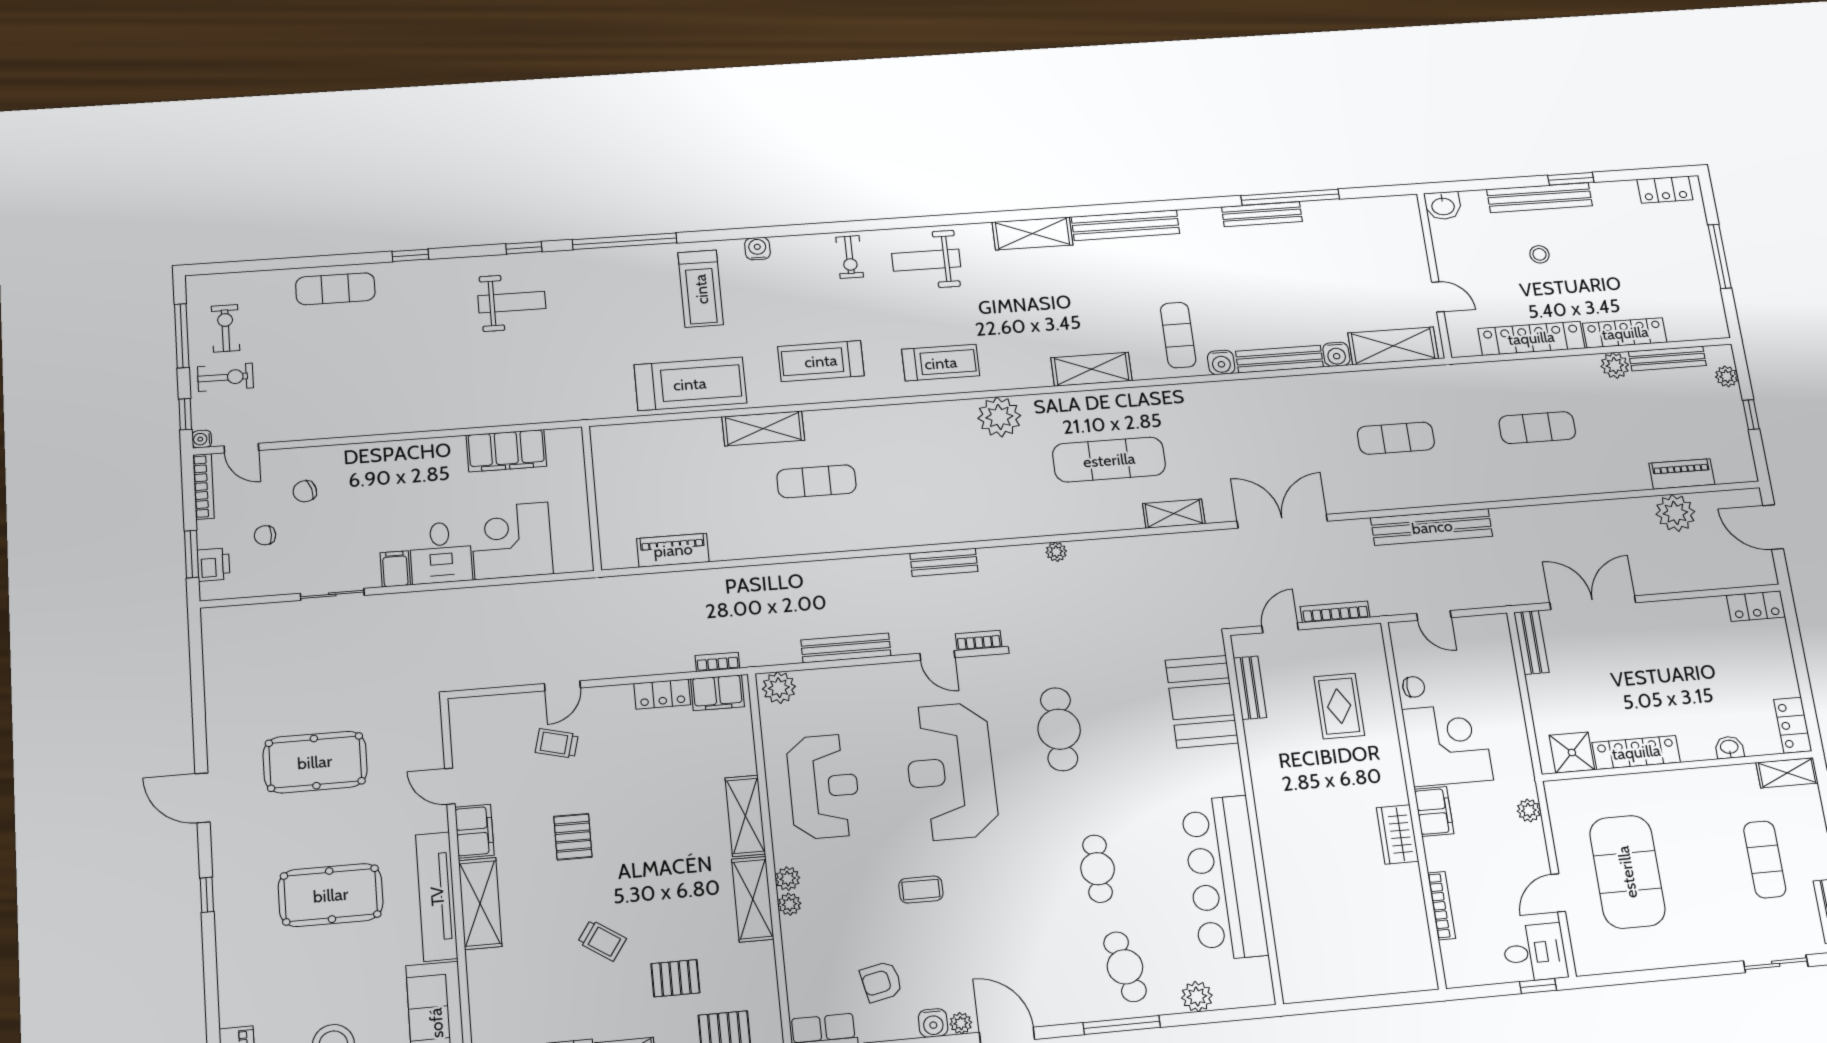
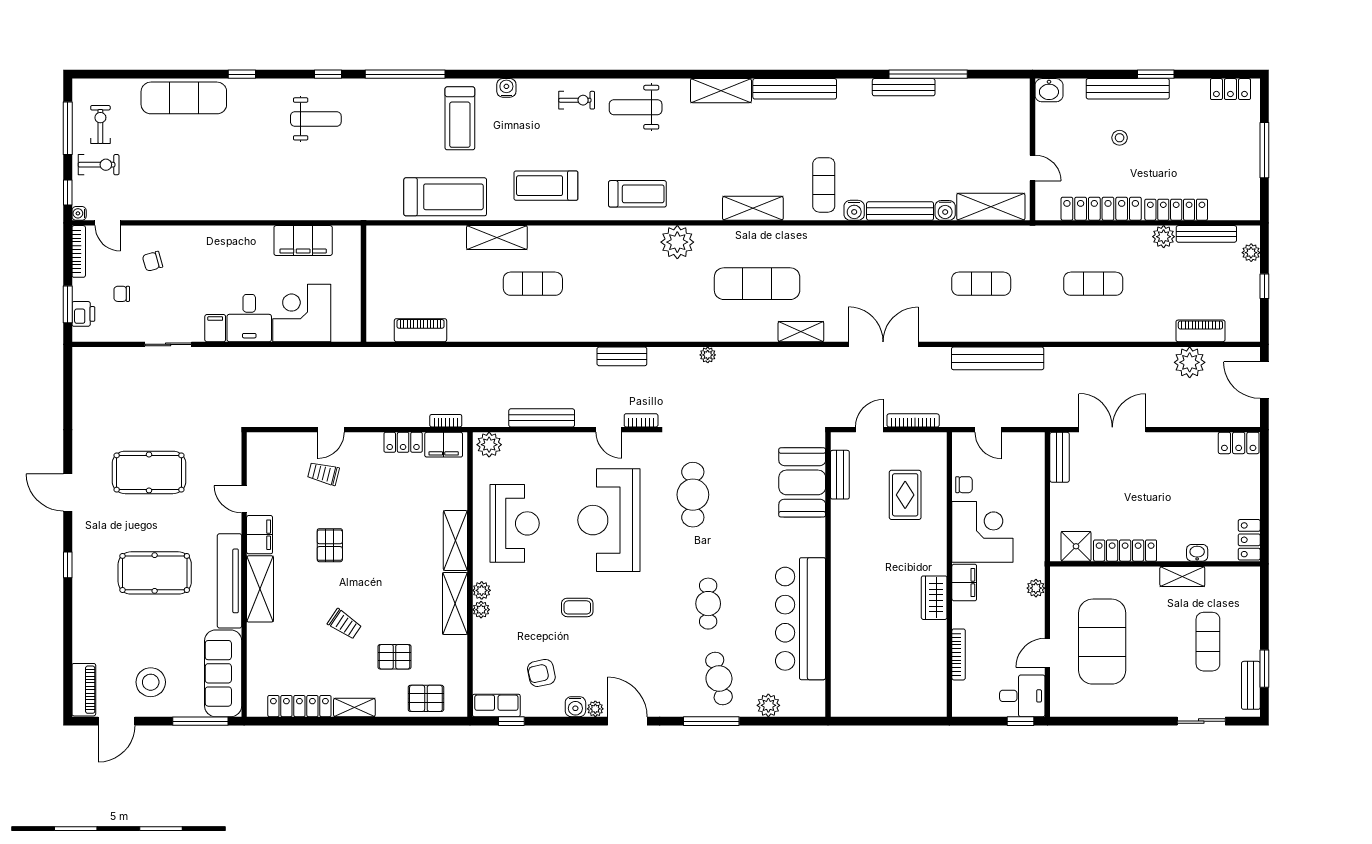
exercise bike: (850, 257) -> (577, 100), turned -90
exercise mat: (335, 289) -> (184, 98), width x1.36, depth x1.45
shelving: (1787, 773) -> (1182, 576), moved

